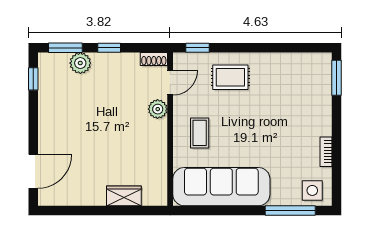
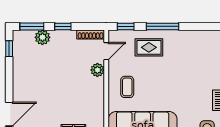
window: (249, 48) -> (162, 26), added
shoe rack: (154, 59) -> (91, 34), width x1.43

